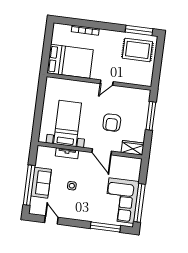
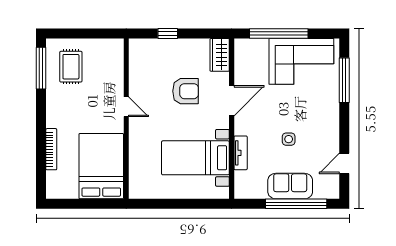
rug: (137, 50) -> (71, 67), width x0.73, depth x0.70
window: (151, 116) -> (168, 34), width x0.46
window: (140, 203) -> (279, 34), moved

